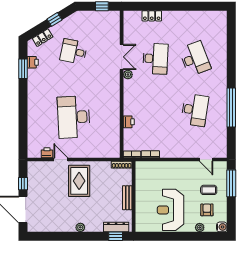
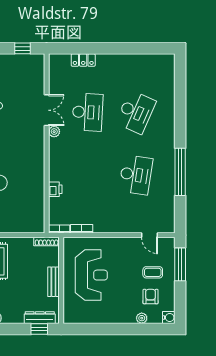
desk: (195, 59) -> (136, 112), turned 45
reception desk: (171, 210) -> (91, 275), moved, turned 180

